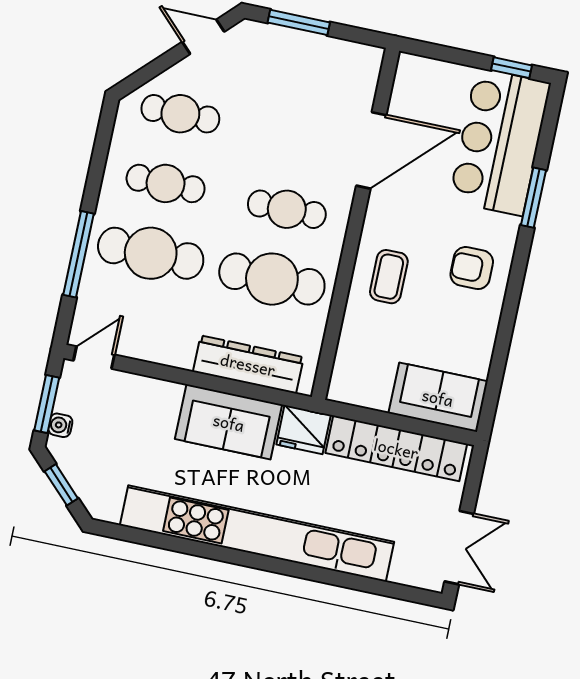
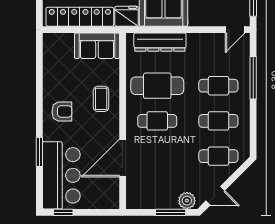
plant: (262, 39) -> (187, 201), added
cafe table: (151, 253) -> (218, 86), width x0.73, depth x0.74
sofa: (438, 397) -> (97, 46), moved

